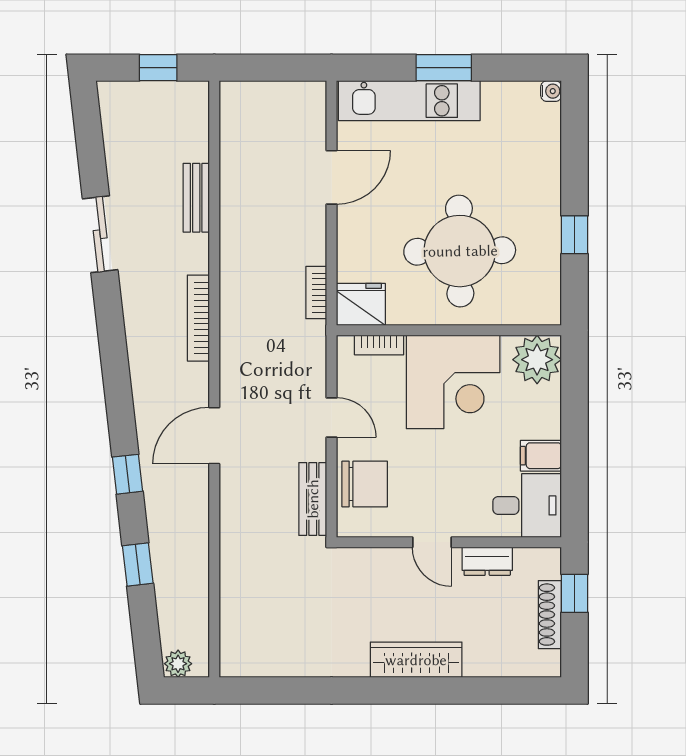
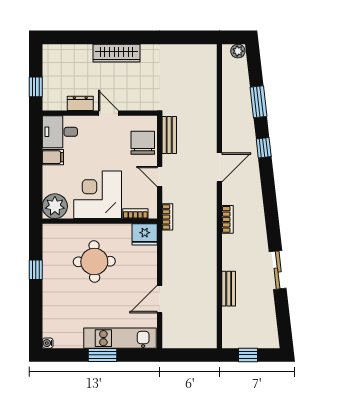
round table: (460, 251) -> (94, 262), width x0.73, depth x0.73
bookcase: (316, 293) -> (167, 217), moved
bookcase: (198, 318) -> (228, 219), width x0.64
chair: (365, 484) -> (143, 143), turned 90
window: (138, 565) -> (258, 102), width x1.50
shoe rack: (550, 615) -> (48, 76), removed

